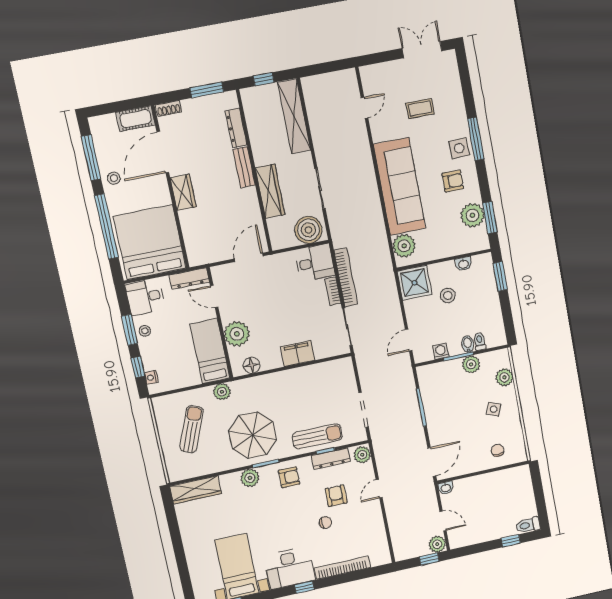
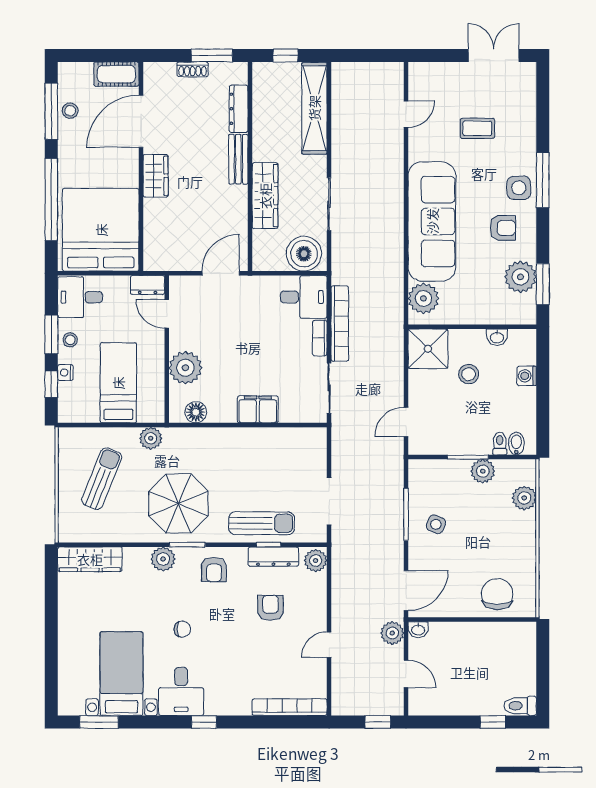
shoe rack: (169, 108) -> (193, 69), moved
stool: (114, 178) -> (70, 111), moved
window: (500, 276) -> (543, 363), removed
dresser: (189, 279) -> (148, 285), width x0.70
bidet: (468, 344) -> (516, 444), moved
bed: (210, 351) -> (118, 383), moved
washing machine: (441, 351) -> (527, 376), moved, turned -90
nightstand: (151, 377) -> (65, 373), moved
side table: (494, 409) -> (436, 524), moved
chair: (498, 450) -> (497, 594), width x1.87, depth x1.87
armchair: (289, 477) -> (214, 569), turned 90
door: (379, 489) -> (329, 645), moved
chair: (325, 522) -> (182, 629), moved
plant: (437, 544) -> (392, 633), moved
desk: (289, 568) -> (181, 691), width x0.73
bookcase: (342, 568) -> (290, 707), moved

